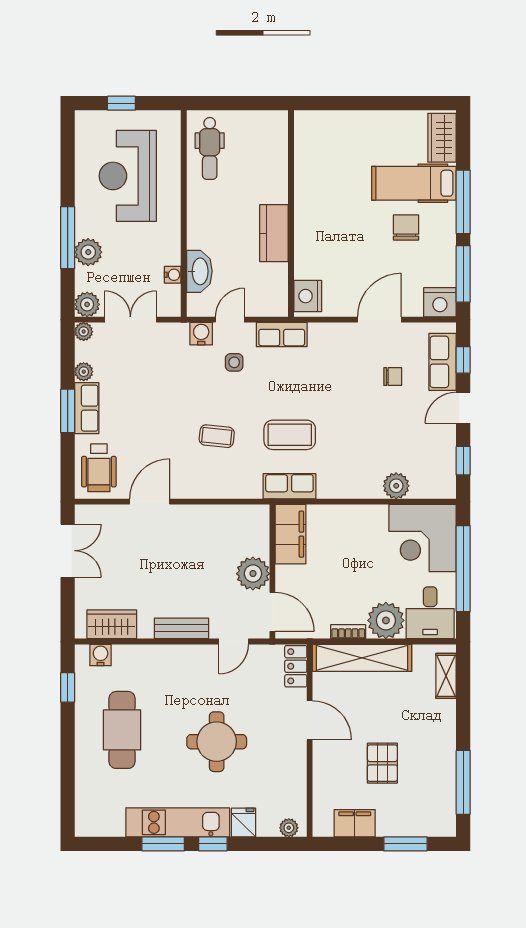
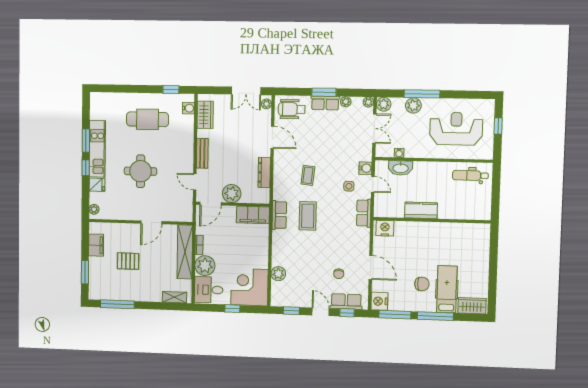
plant: (90, 513) -> (266, 104), added
dresser: (213, 515) -> (264, 173), added
window: (463, 569) -> (232, 309), width x0.32
locker: (296, 666) -> (181, 216), removed

